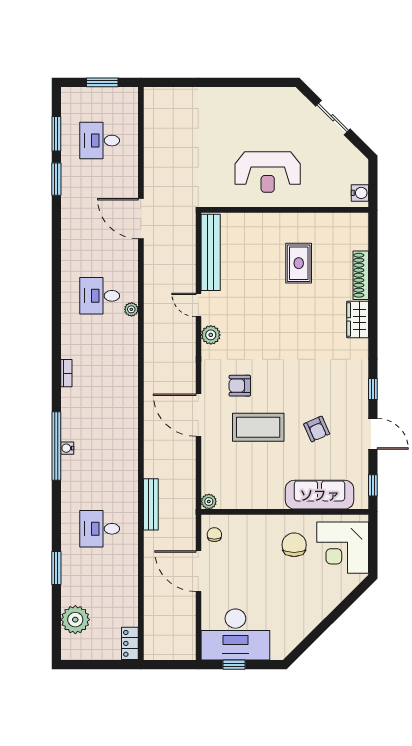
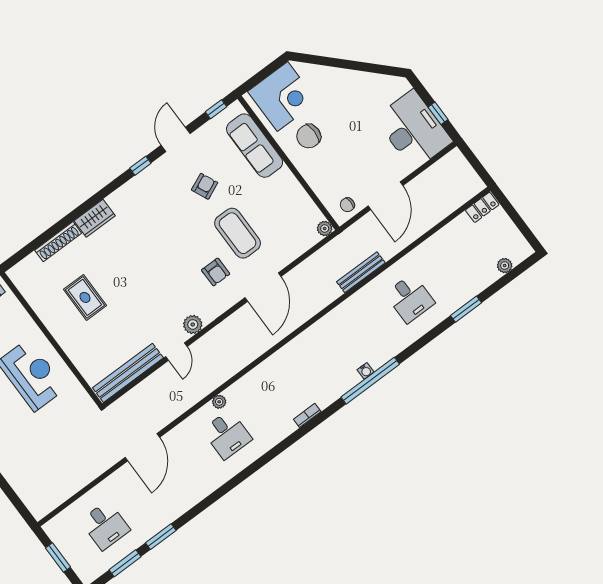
rug: (299, 263) -> (85, 297), turned 90
plant: (75, 620) -> (505, 266), width x0.53, depth x0.53

